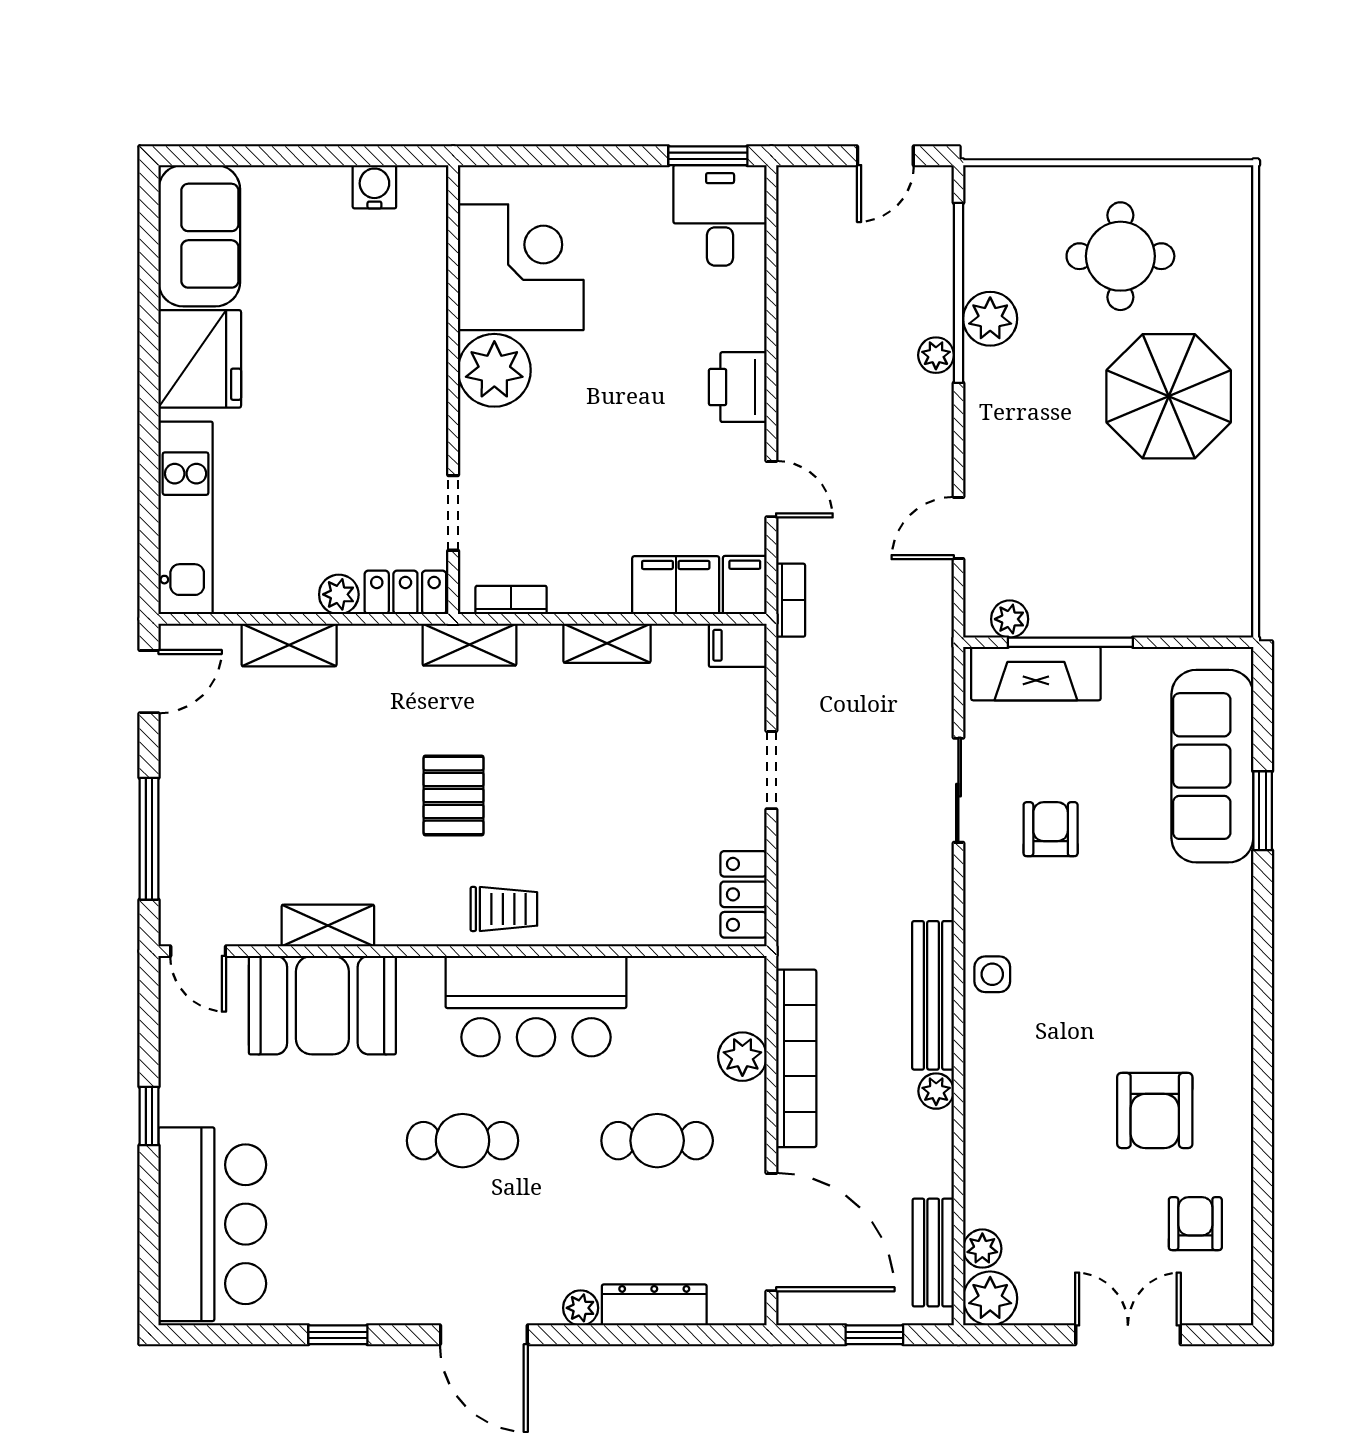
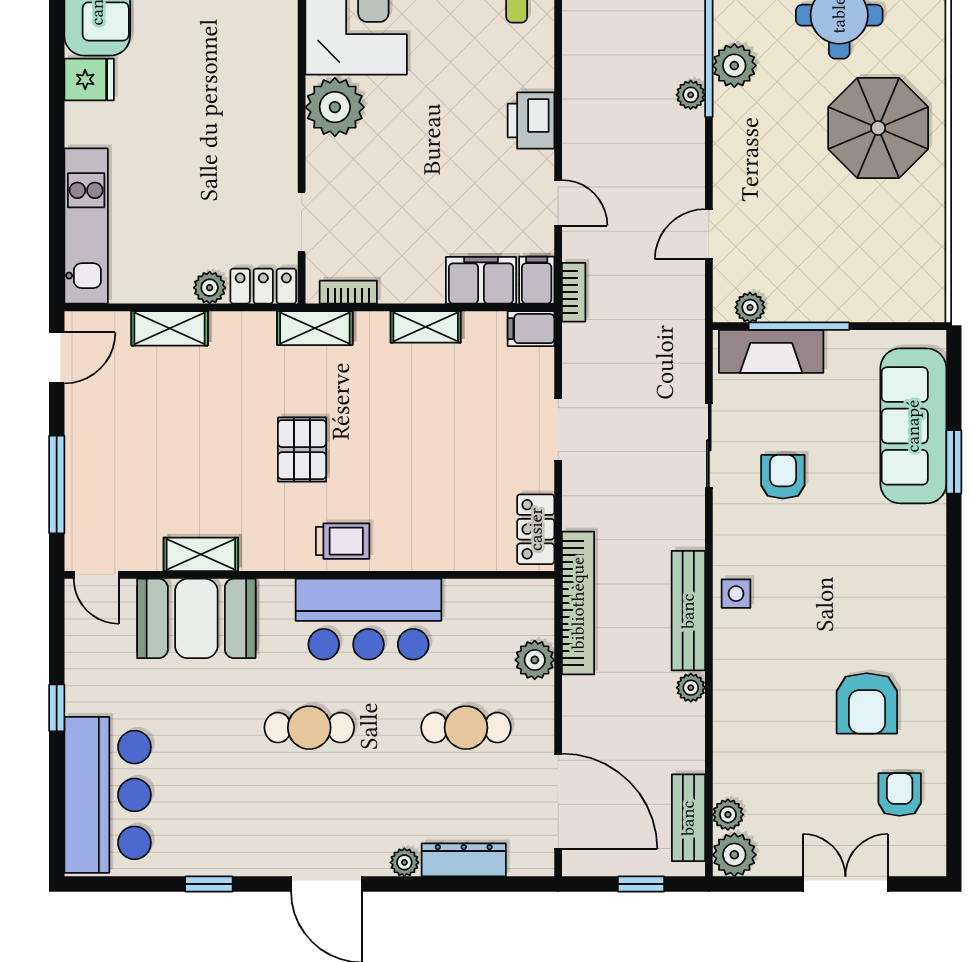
fridge: (200, 359) -> (89, 79), width x0.53, depth x0.75
bookcase: (796, 1058) -> (578, 603), moved

